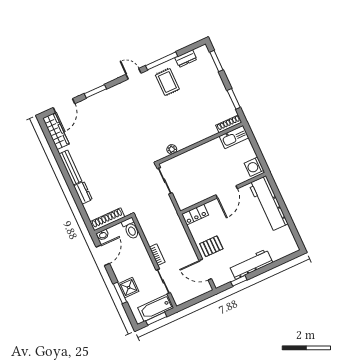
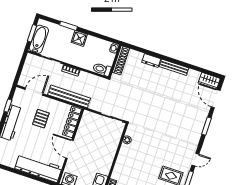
wardrobe: (56, 131) -> (209, 81), width x0.67
locker: (195, 215) -> (72, 122), width x1.53
bench: (181, 235) -> (69, 96), added
pallet: (211, 246) -> (41, 119), moved
door: (103, 255) -> (101, 37), removed
shower: (129, 288) -> (79, 38), moved

